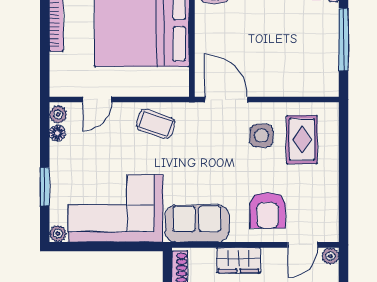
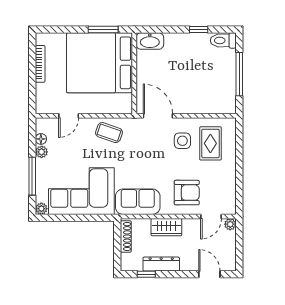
plant: (58, 114) -> (42, 152), moved
window: (45, 187) -> (32, 176), width x1.44
armchair: (268, 210) -> (187, 193), turned -90

